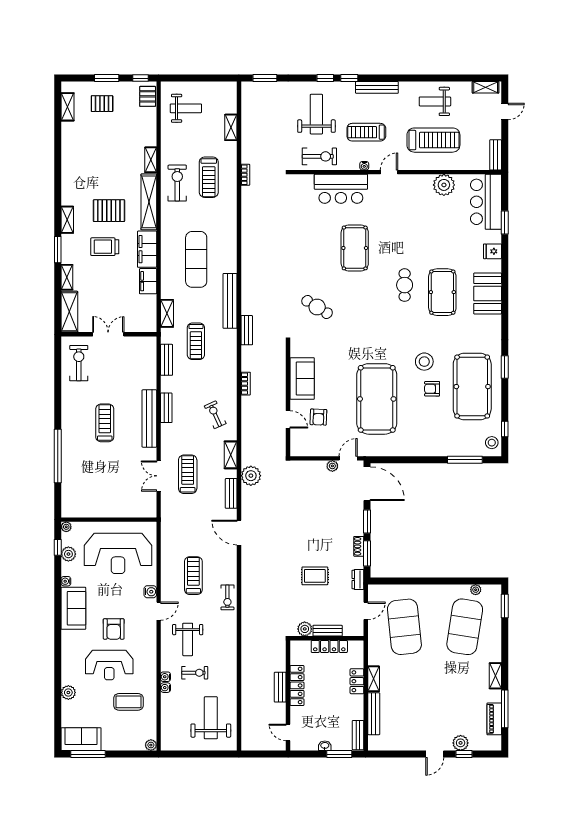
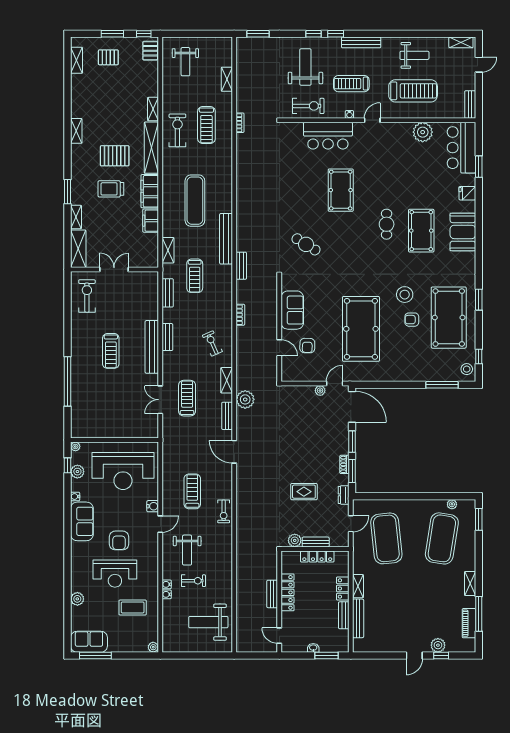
weight bench: (435, 101) -> (414, 55), turned 180
weight bench: (186, 108) -> (185, 62), turned 90
shelving: (67, 220) -> (76, 131), moved
treadmill: (105, 423) -> (111, 351), turned 180
weight bench: (211, 718) -> (208, 622), turned -90
bench: (358, 735) -> (344, 615), moved

